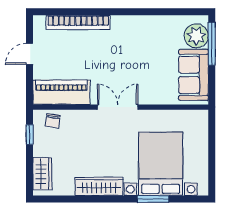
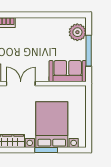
window: (212, 44) -> (89, 51), moved
sofa: (193, 75) -> (68, 71), moved, turned 90

